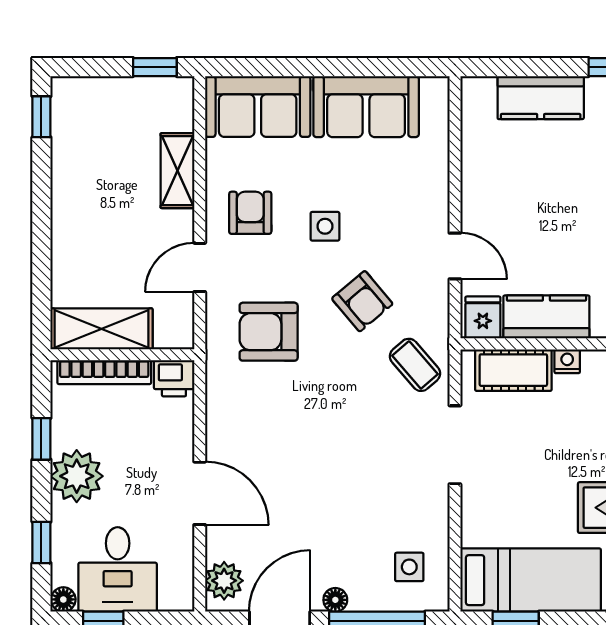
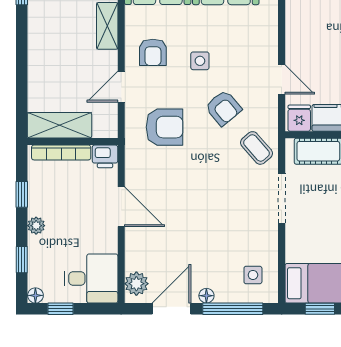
armchair: (250, 213) -> (153, 52), turned 180
armchair: (269, 332) -> (164, 127), turned 180
plant: (77, 476) -> (36, 226), width x0.53, depth x0.53
door: (200, 493) -> (121, 207), moved
desk: (118, 569) -> (91, 279), moved, turned -90

